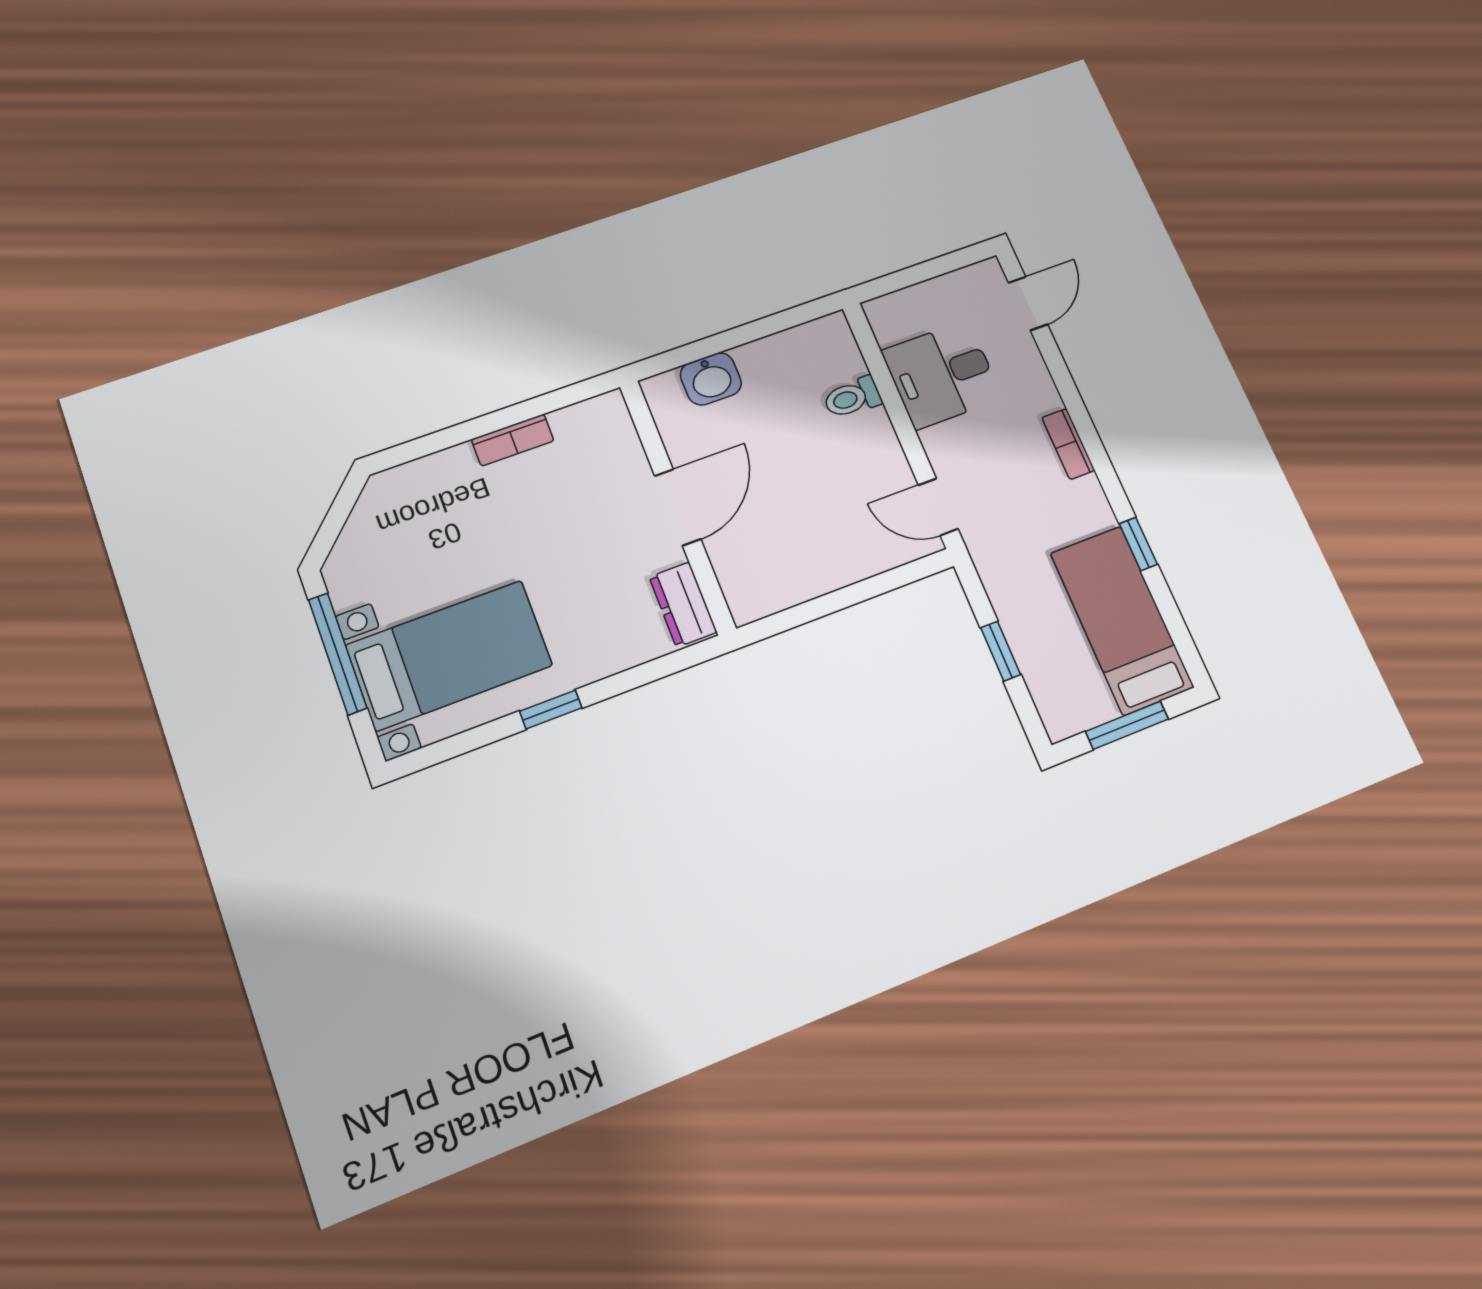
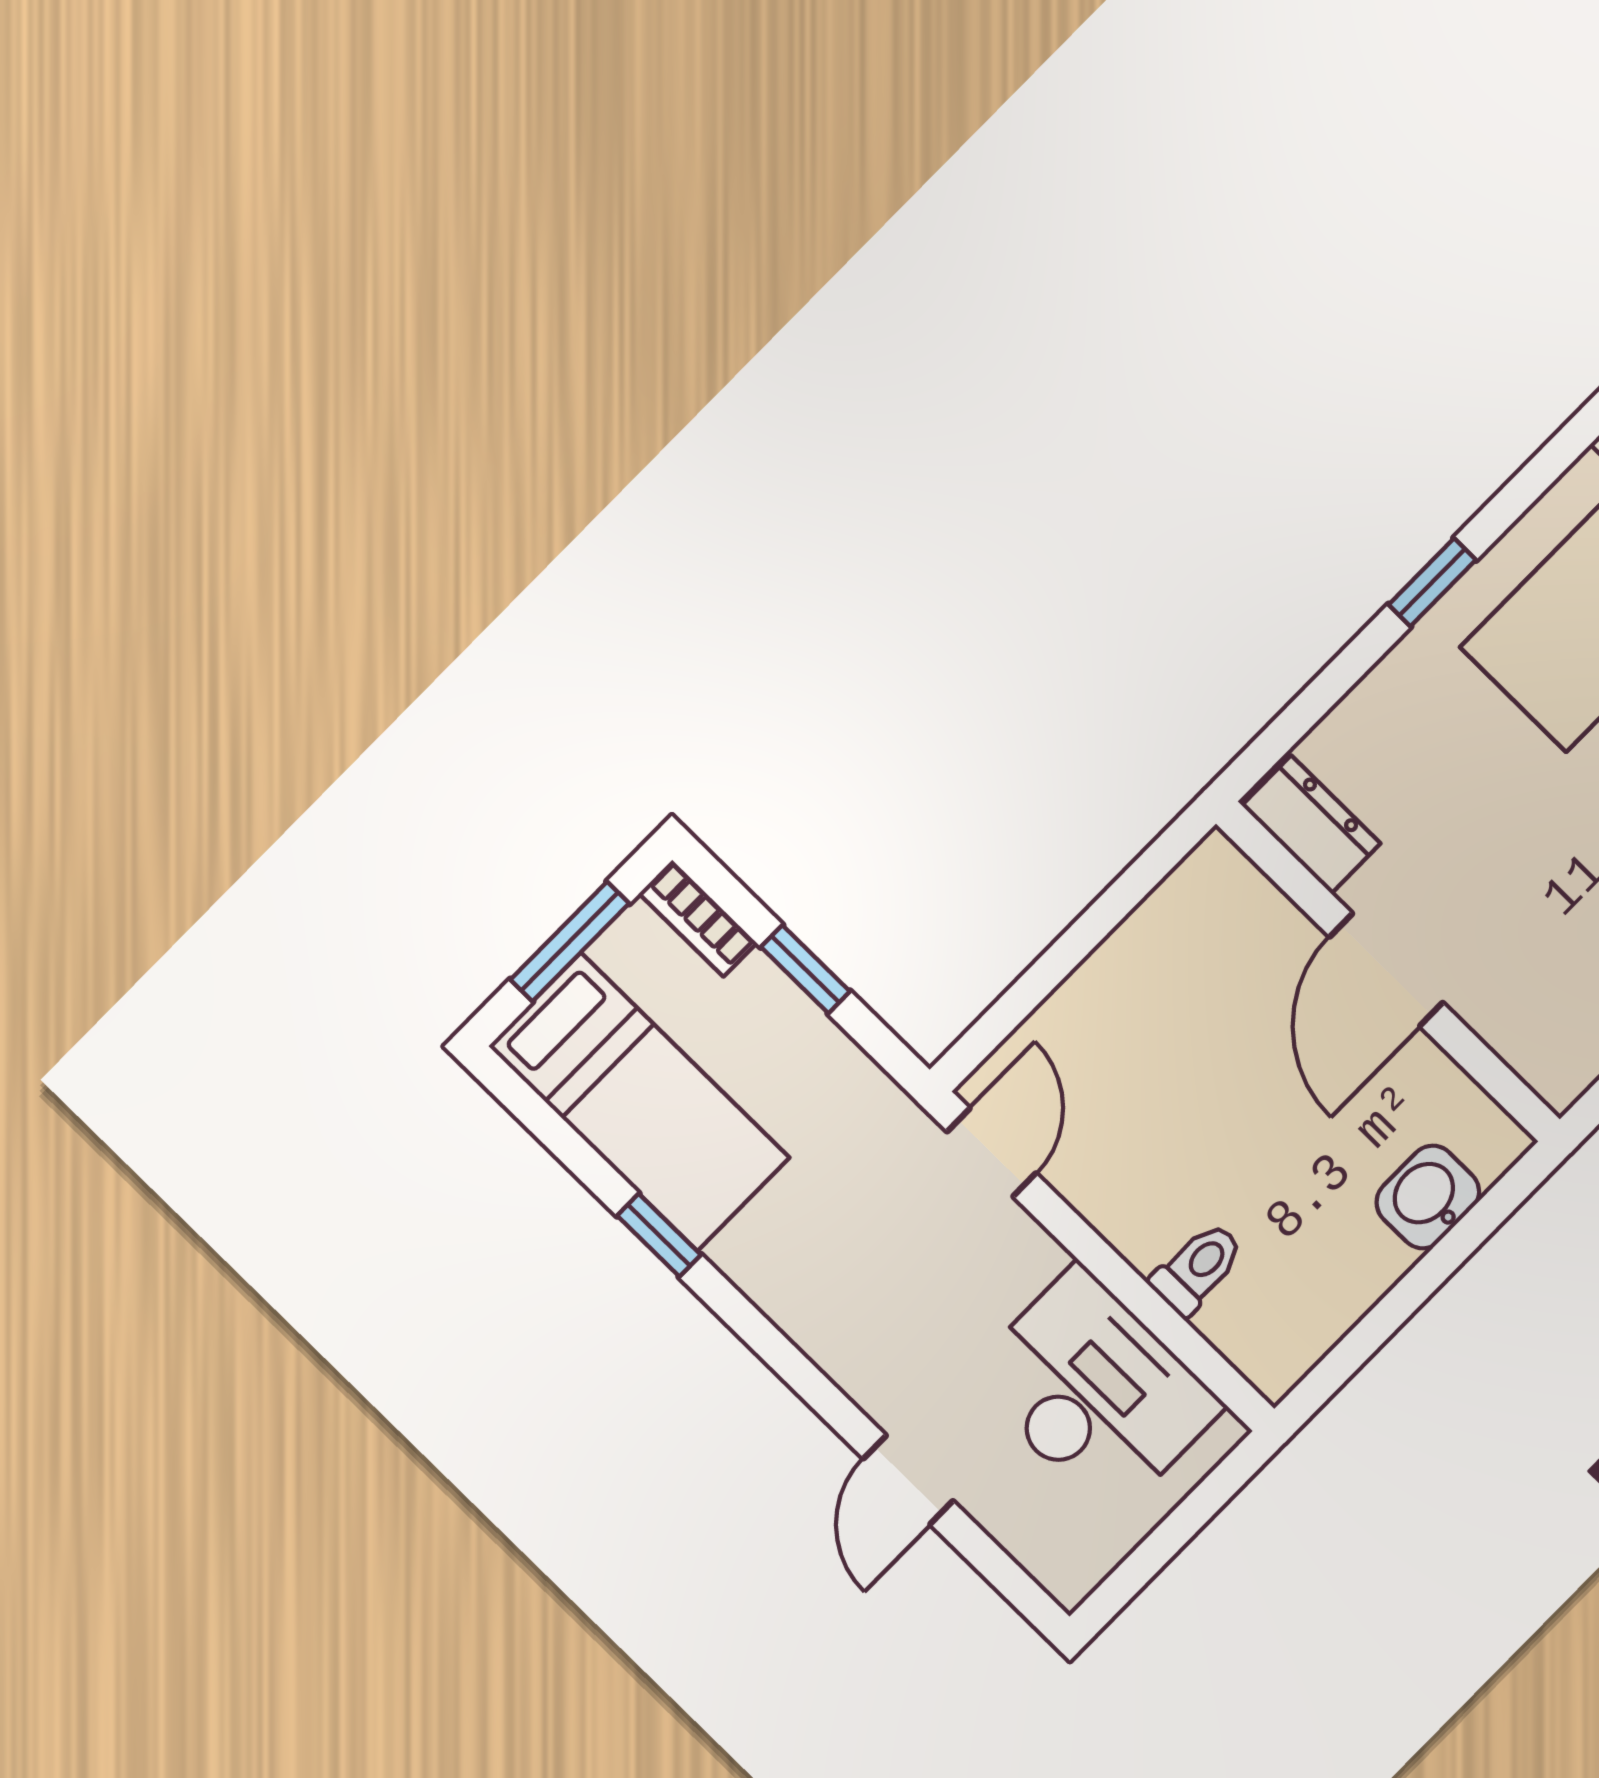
door: (1028, 303) -> (908, 1480), moved
desk: (942, 375) -> (1094, 1392), width x1.37
bookcase: (1068, 444) -> (698, 918), moved, turned 180
door: (938, 507) -> (992, 1152), hinge flipped

